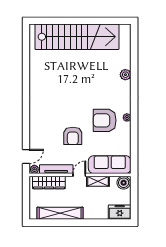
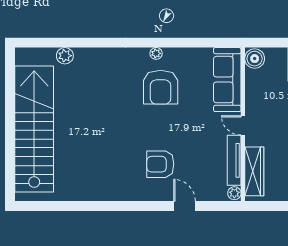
plant: (125, 75) -> (65, 56), moved
armchair: (73, 136) -> (160, 164), moved, turned 180
door: (26, 156) -> (185, 206), moved
shelving: (98, 181) -> (252, 97), removed

